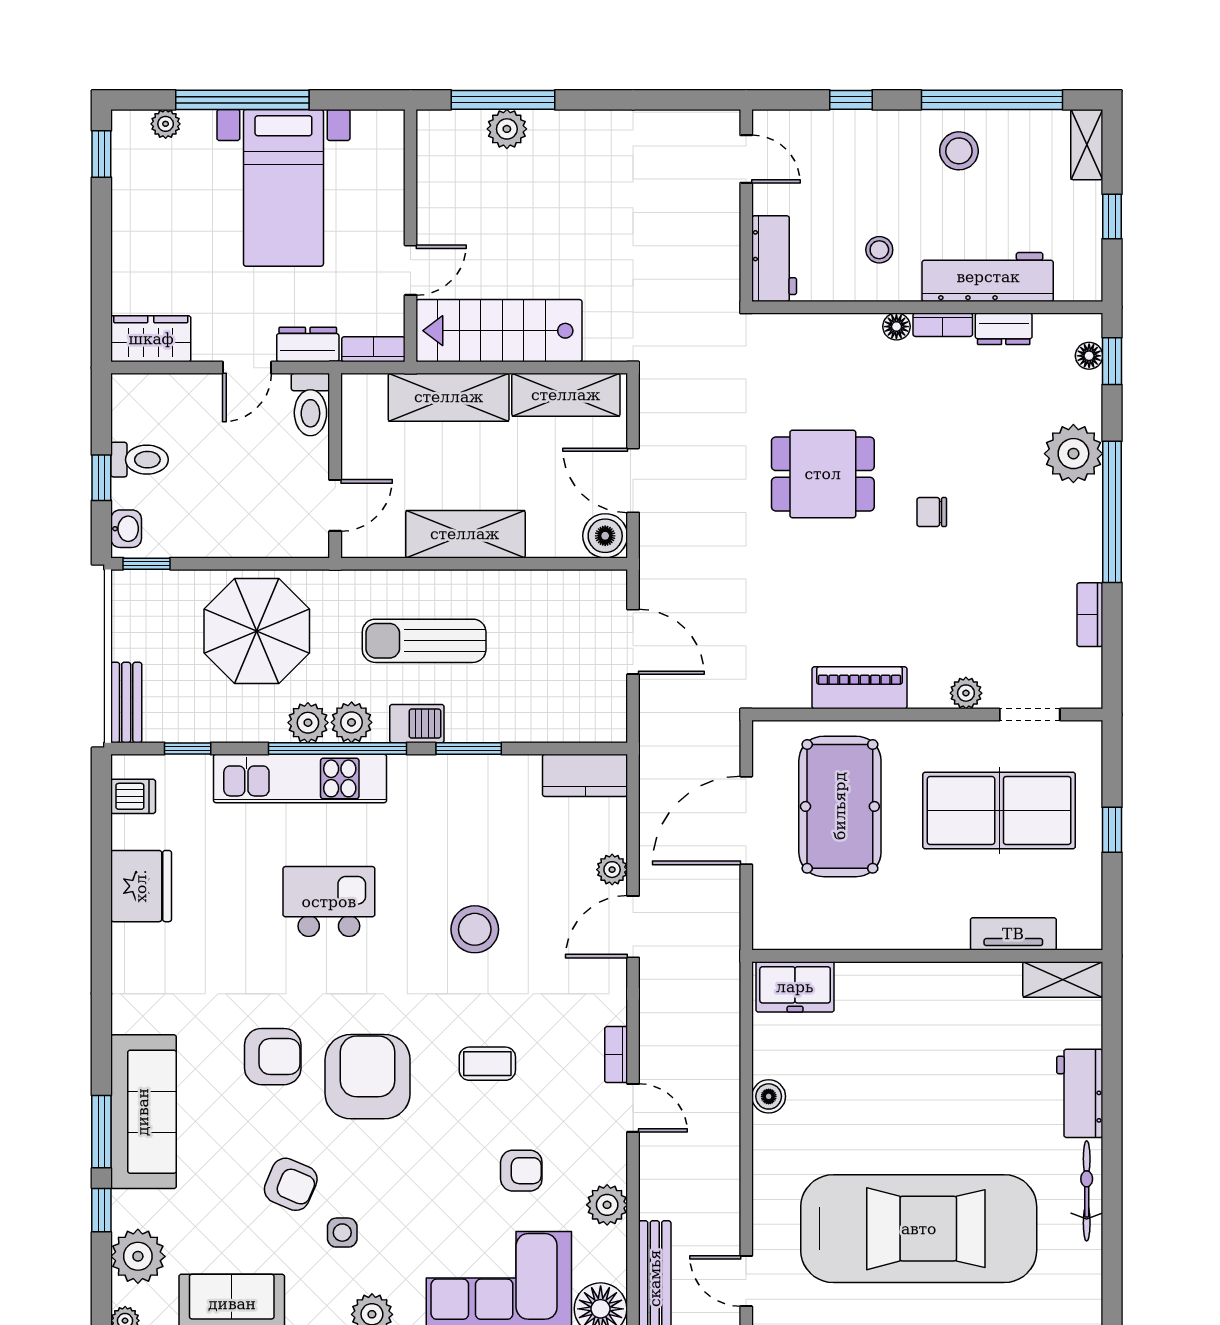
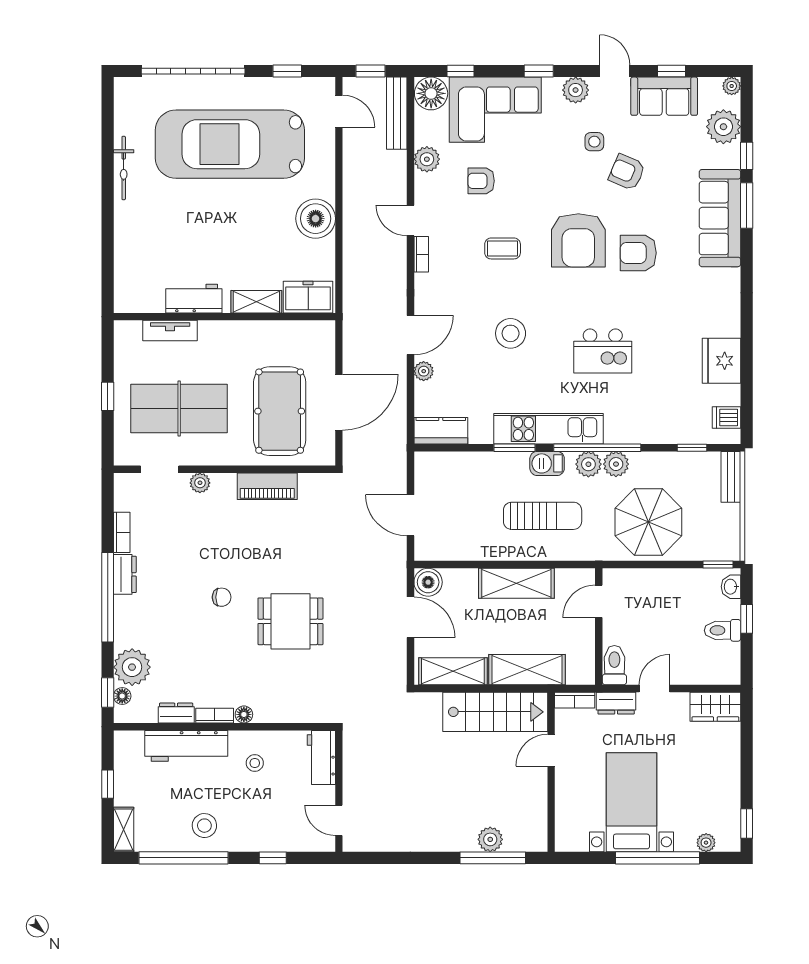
plant: (1073, 454) -> (132, 667), moved
dresser: (1085, 548) -> (125, 574), added
kitchen unit: (300, 778) -> (548, 429), moved
shelving: (1063, 979) -> (256, 302), moved
workbench: (1080, 1093) -> (194, 299), moved, turned -90
boiler: (769, 1096) -> (316, 219), width x1.86, depth x1.86

